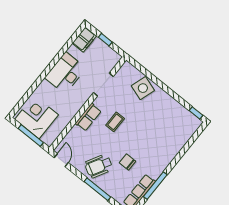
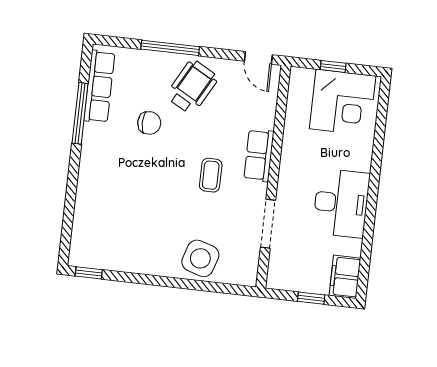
window: (31, 136) -> (333, 66), width x0.46

